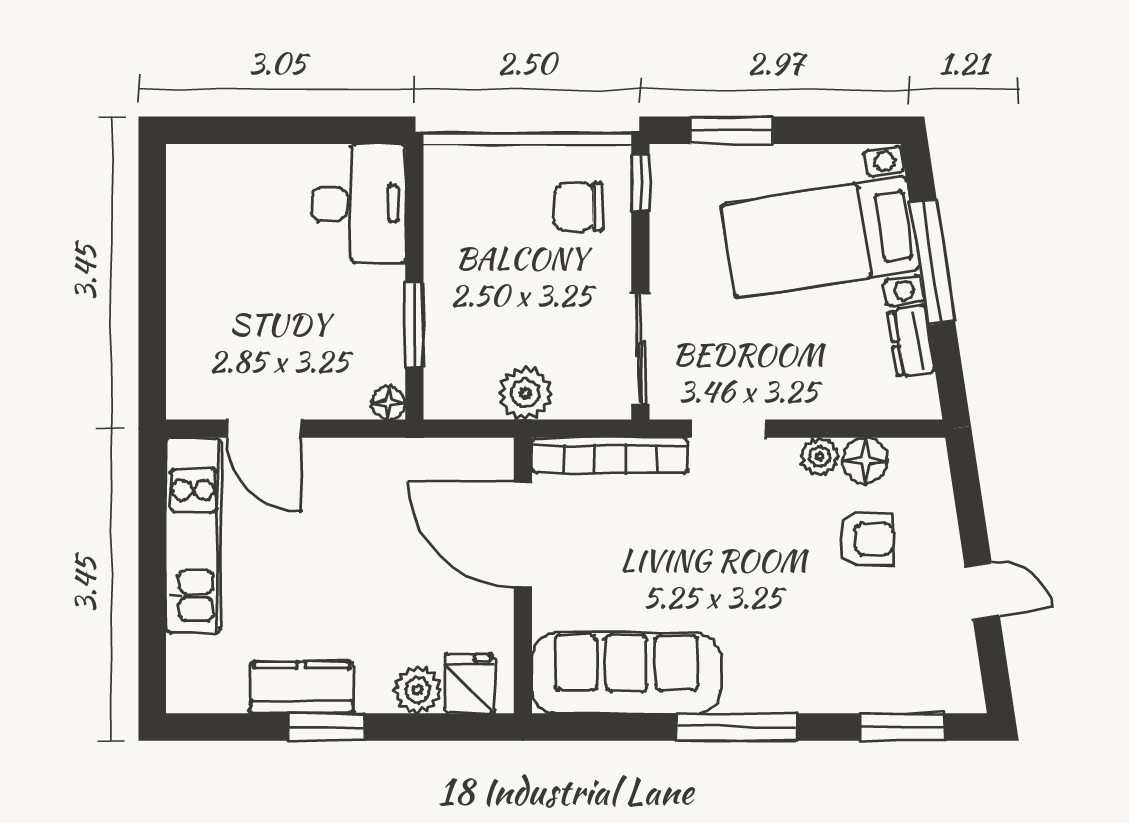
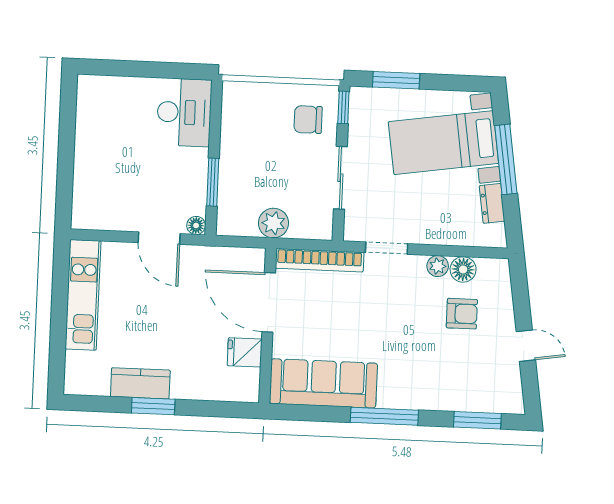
sliding door: (640, 349) -> (340, 178), moved
door: (264, 429) -> (159, 238), moved
fridge: (470, 684) -> (245, 352), moved, turned -90
plant: (418, 690) -> (206, 388), removed

